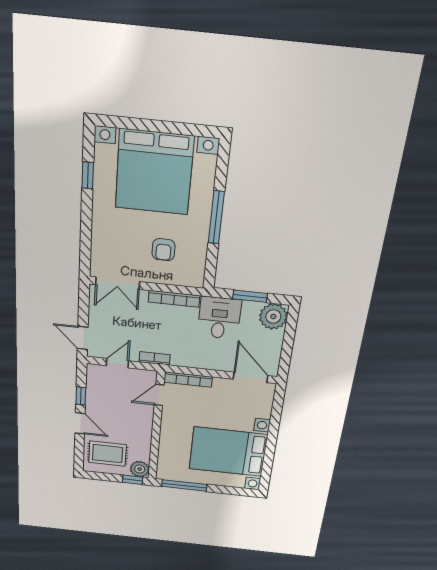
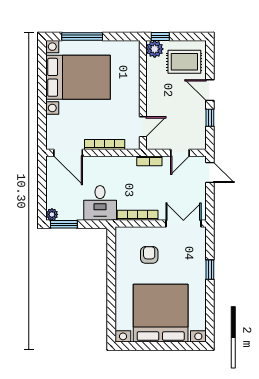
window: (88, 175) -> (210, 270), moved
window: (216, 217) -> (111, 284), removed
window: (250, 296) -> (64, 224), moved
plant: (273, 316) -> (52, 214), width x0.53, depth x0.53
bookcase: (188, 379) -> (105, 145), moved
window: (184, 485) -> (82, 36), moved

